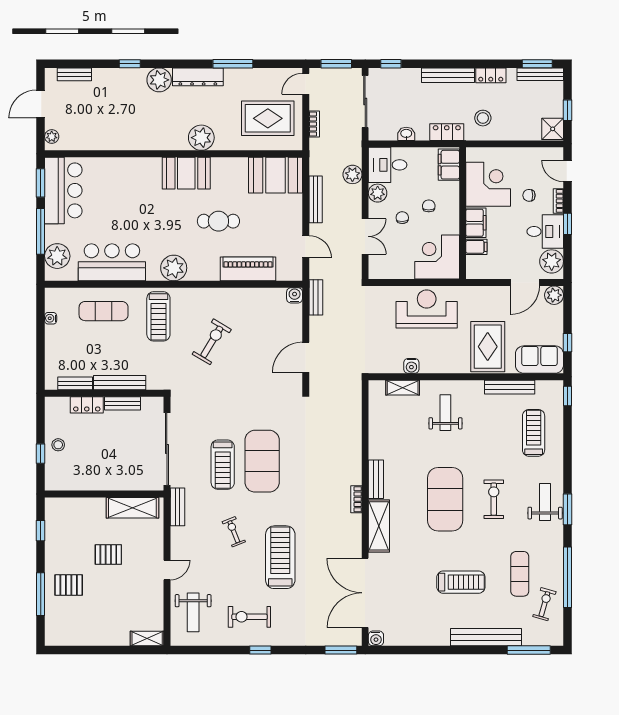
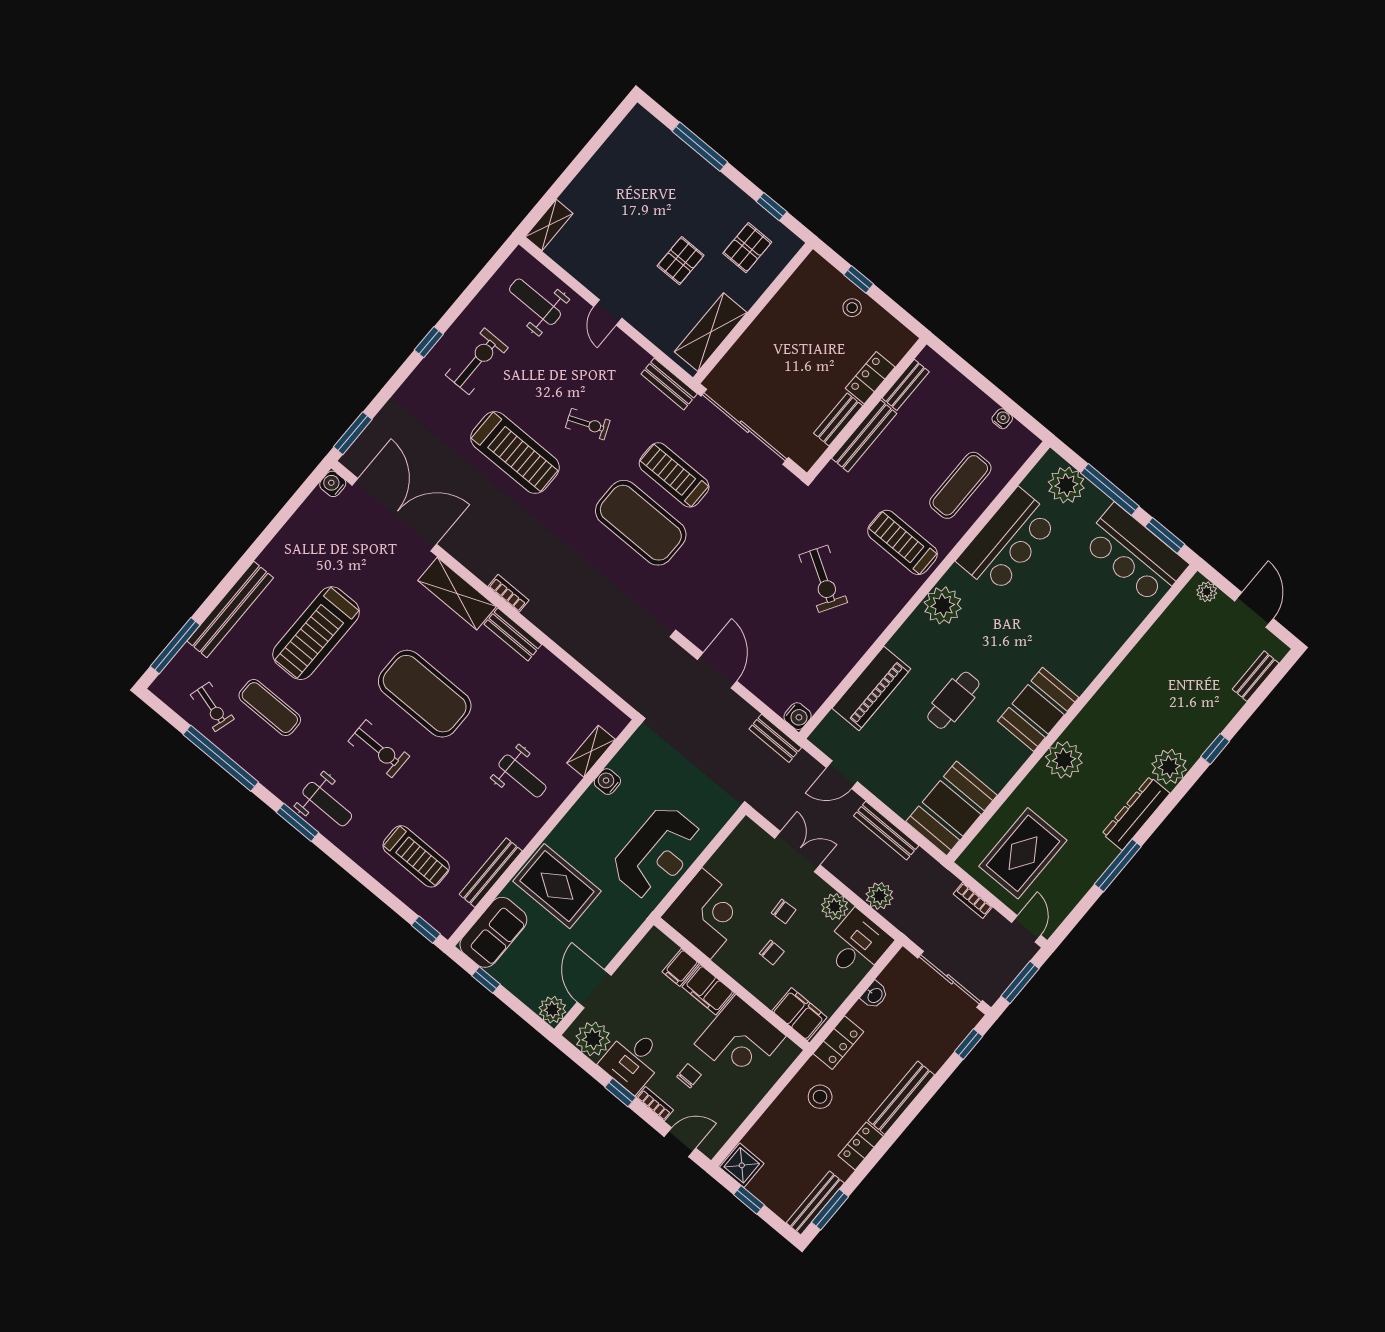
double door: (365, 236) -> (797, 852), swing flipped
treadmill: (461, 582) -> (316, 633), width x1.37, depth x1.38
pallet: (69, 585) -> (747, 248), moved

